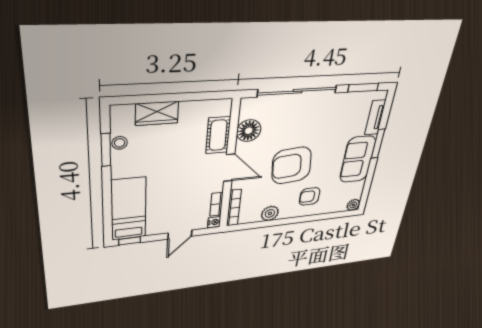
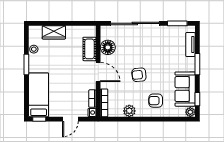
window: (106, 150) -> (26, 64), moved
sofa: (358, 159) -> (185, 89), moved
armchair: (292, 165) -> (139, 75), width x0.53, depth x0.53
window: (367, 188) -> (197, 99), added

